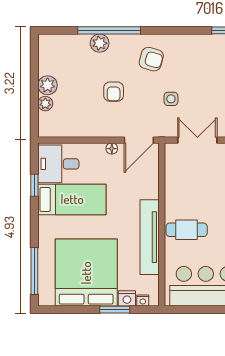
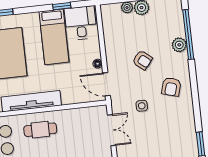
window: (109, 30) -> (188, 34), moved
armchair: (114, 92) -> (142, 60), turned -141
cafe table: (187, 230) -> (40, 130), turned 90

